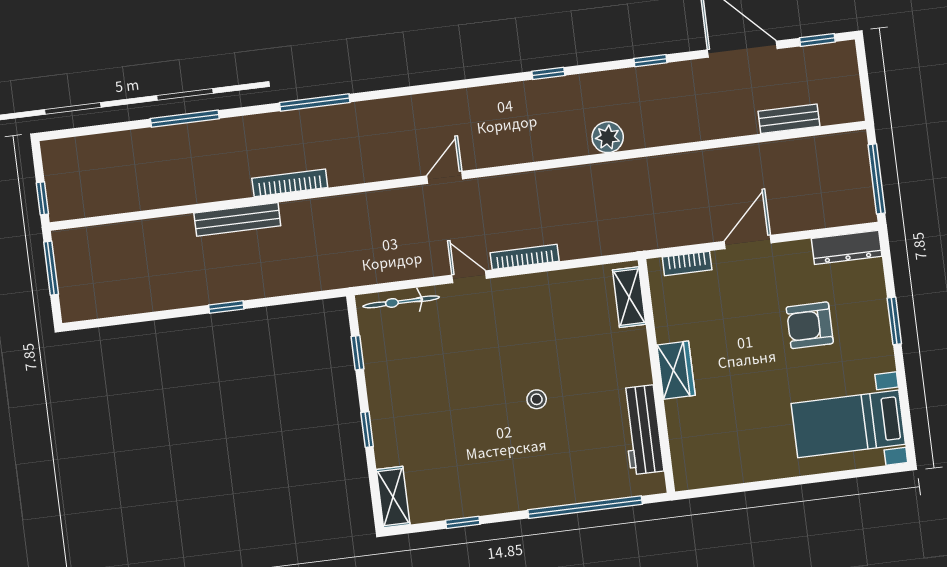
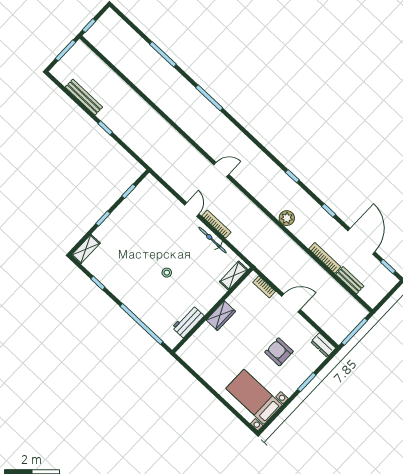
bookcase: (290, 183) -> (325, 258), moved
bench: (237, 219) -> (84, 97), moved
dresser: (847, 247) -> (323, 345), width x0.70
bicycle: (401, 302) -> (212, 240), moved
workbench: (642, 430) -> (188, 322), width x0.73

